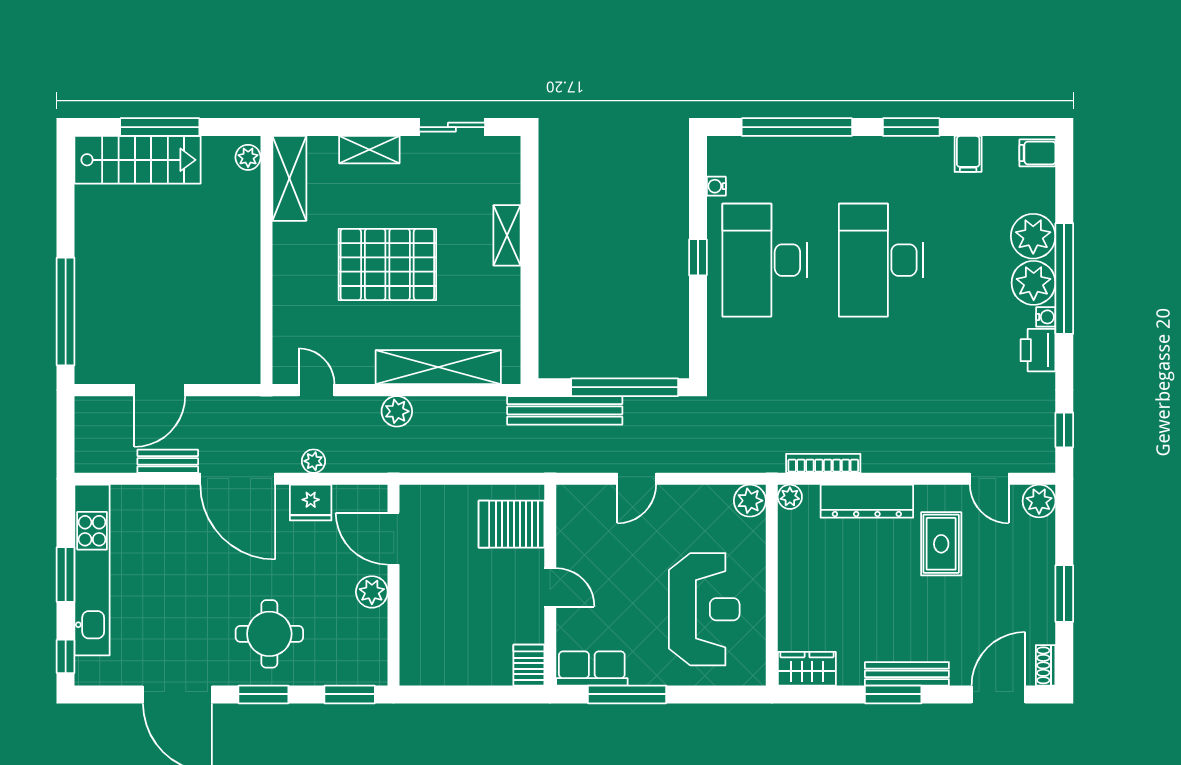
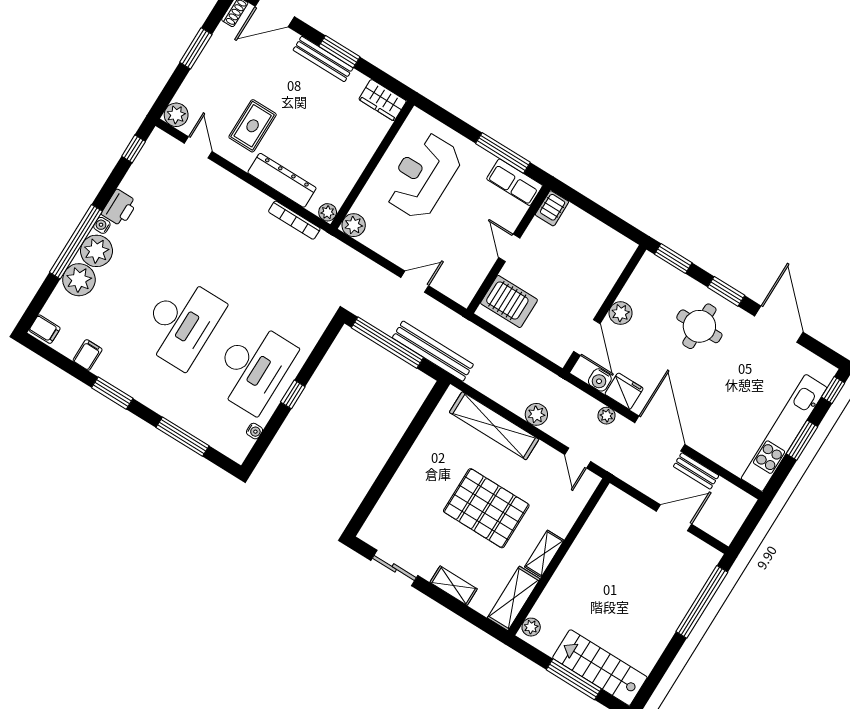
window: (797, 127) -> (183, 437), width x0.68
shelving: (507, 235) -> (544, 554), moved
water cooler: (347, 498) -> (600, 380), added

